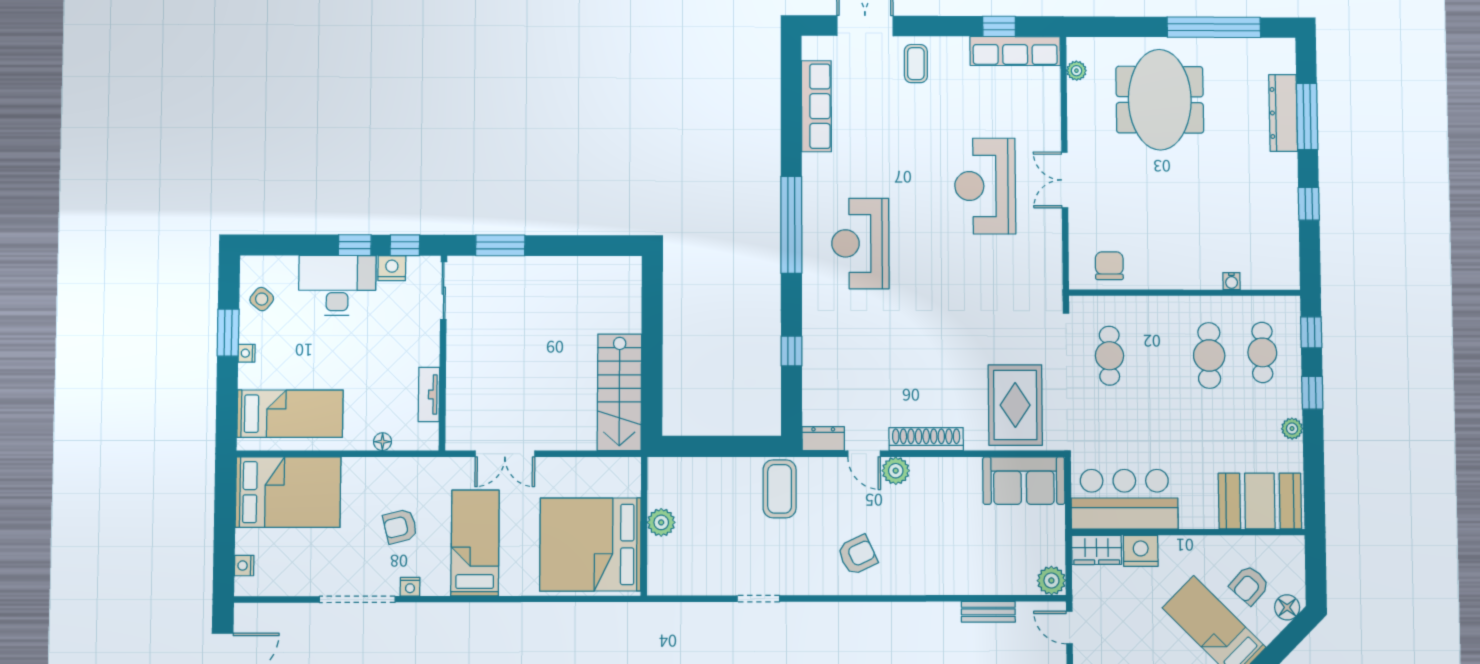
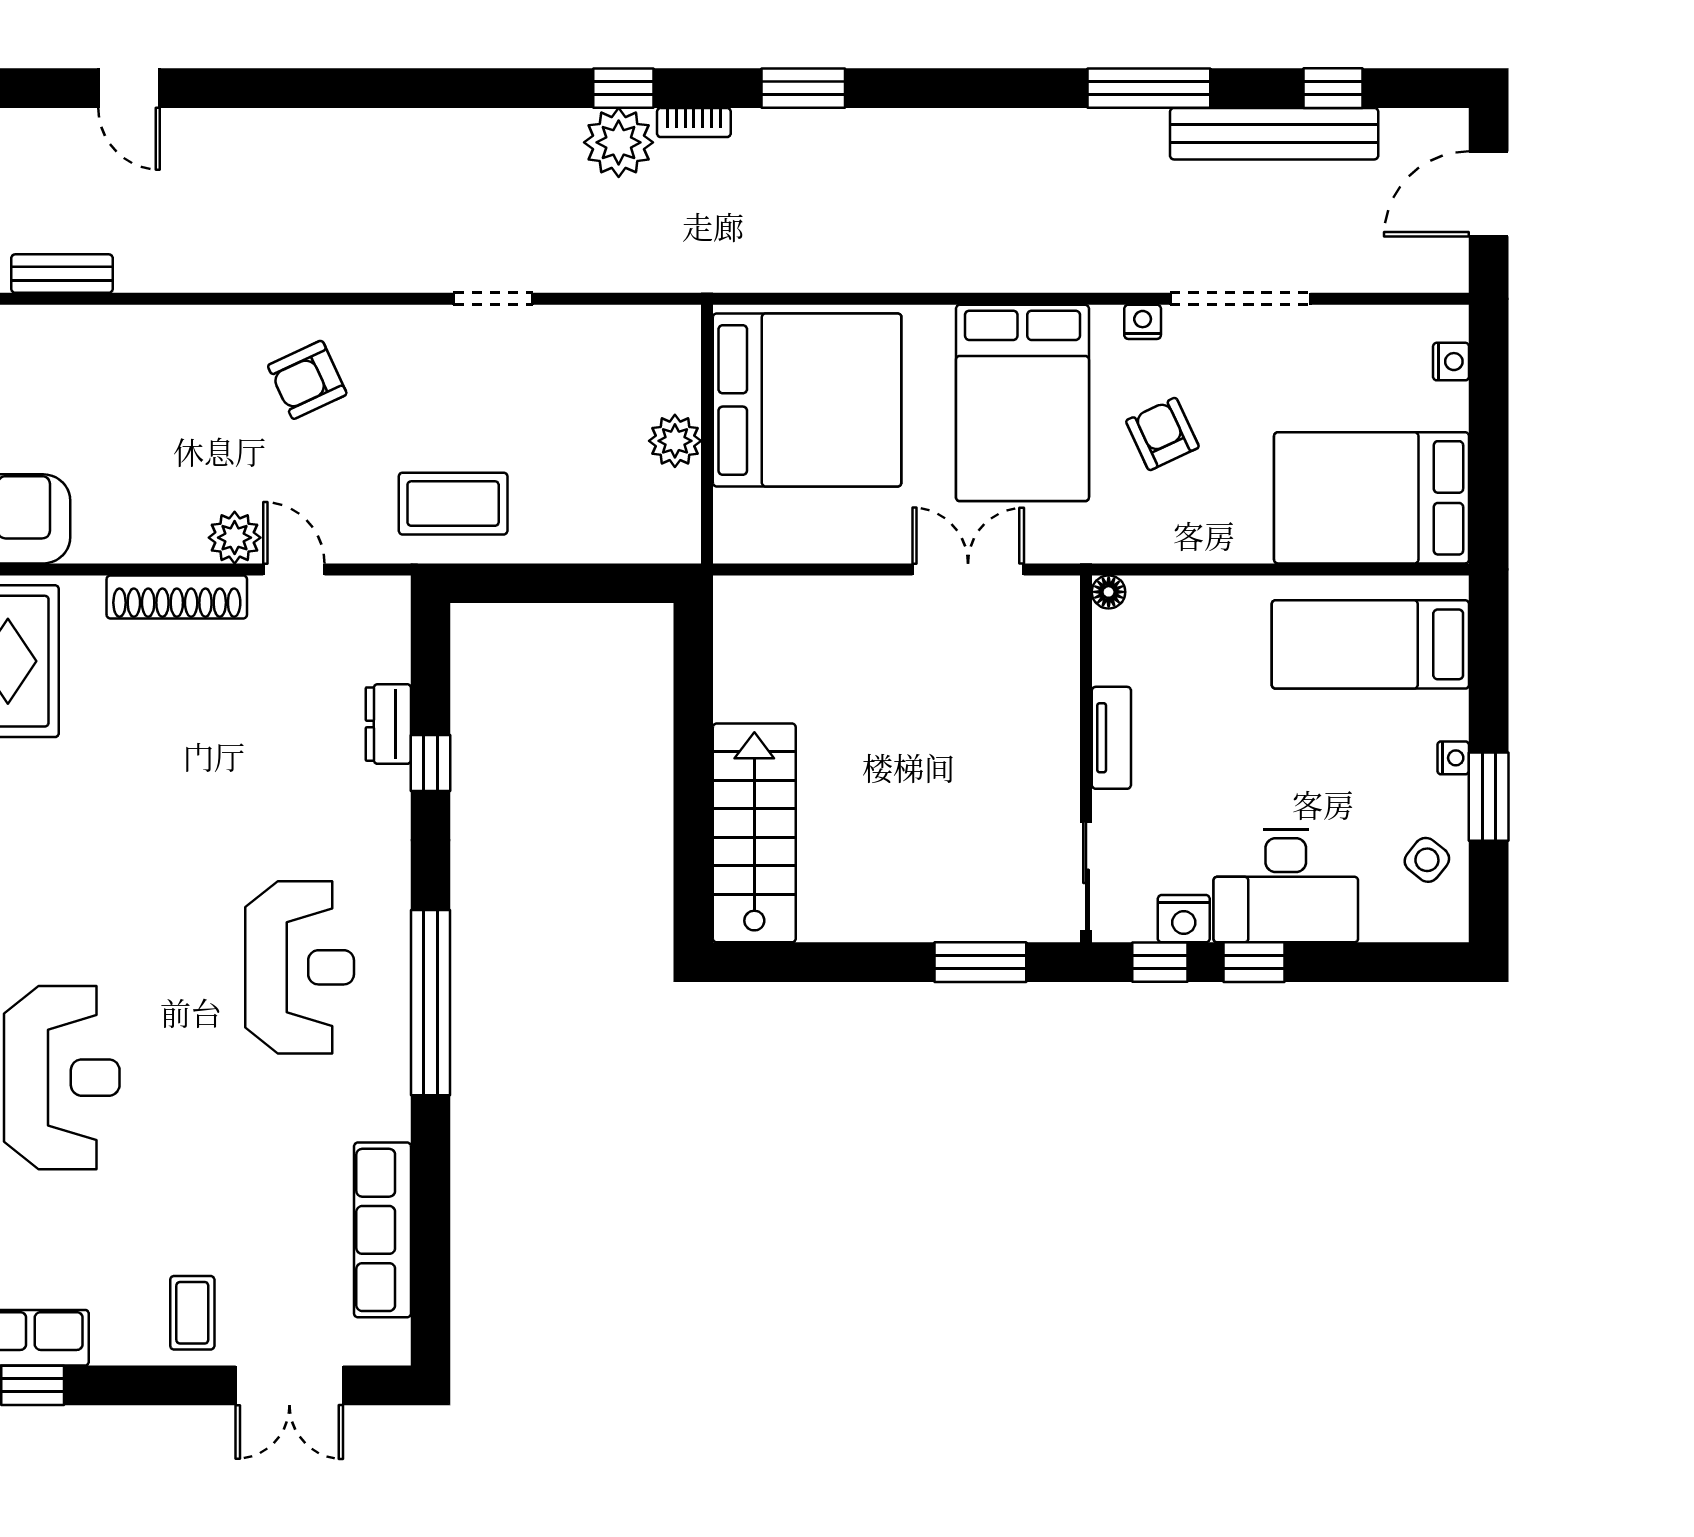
stairs: (619, 392) -> (754, 833), moved
tv unit: (429, 394) -> (1111, 738), moved
dresser: (823, 439) -> (388, 724), moved, turned 90
floor lamp: (383, 442) -> (1109, 592), moved
coffee table: (780, 489) -> (453, 504), turned 90
armchair: (400, 526) -> (1162, 434), turned -101
bed: (475, 543) -> (1022, 403), width x1.50

